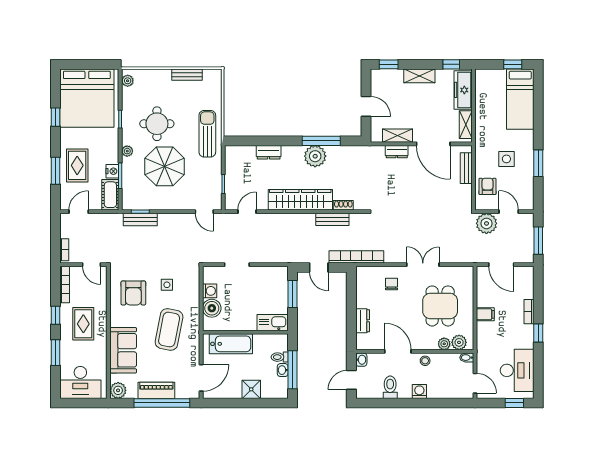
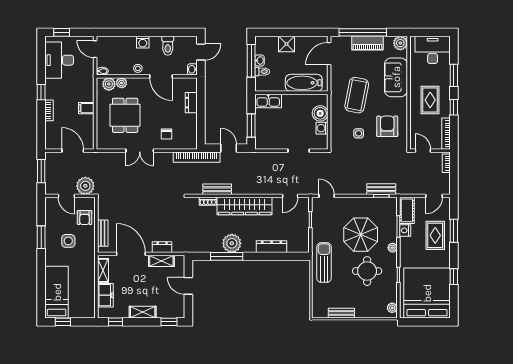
freezer: (463, 90) -> (105, 295), width x0.71
sun lounger: (207, 134) -> (324, 262), turned 180
dresser: (269, 152) -> (272, 247), width x1.44

